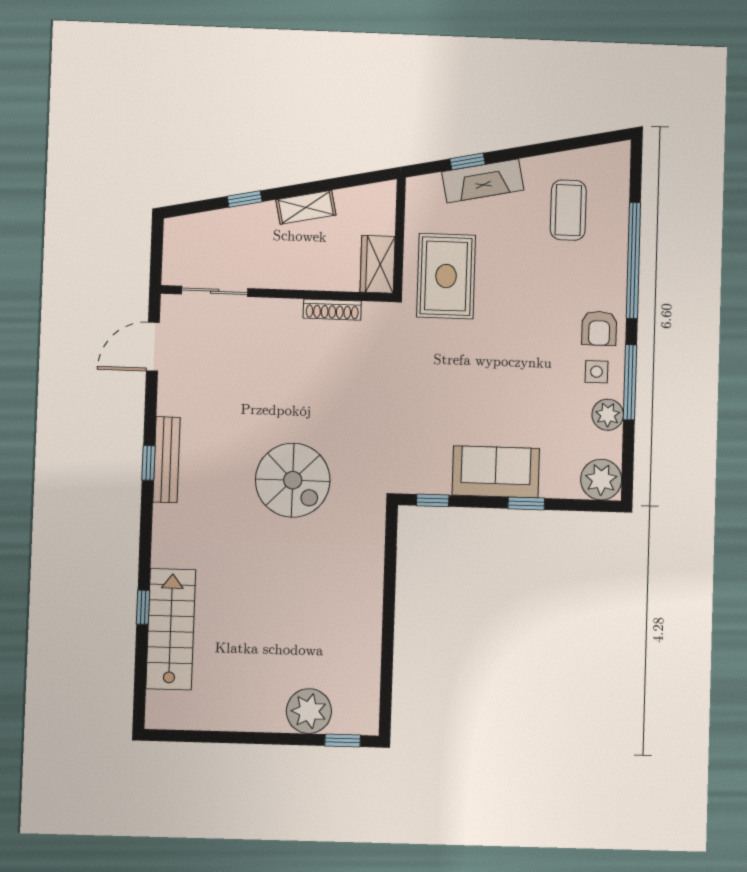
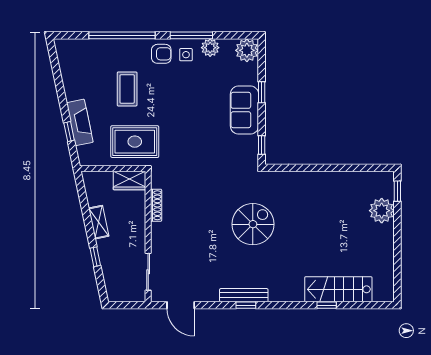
coffee table: (568, 210) -> (127, 89), moved, turned 90

